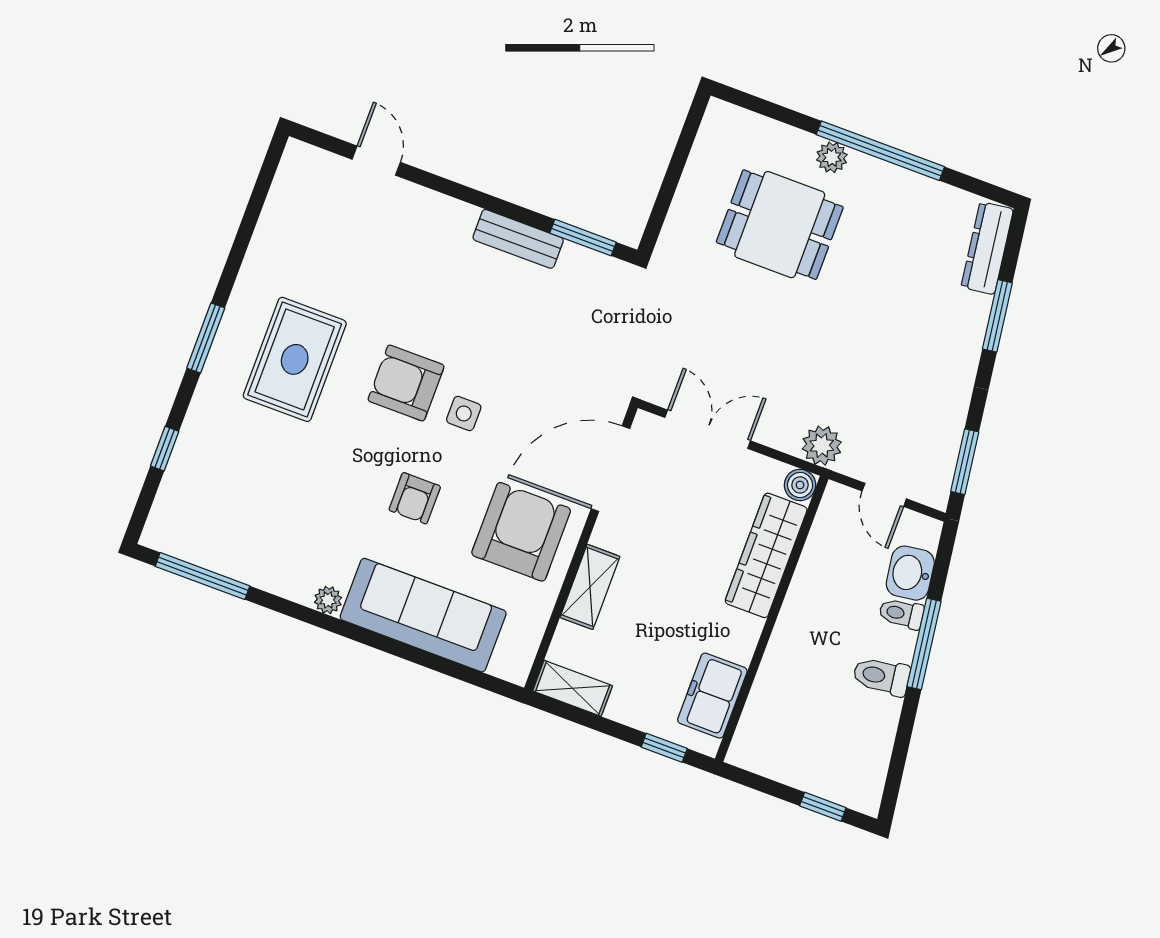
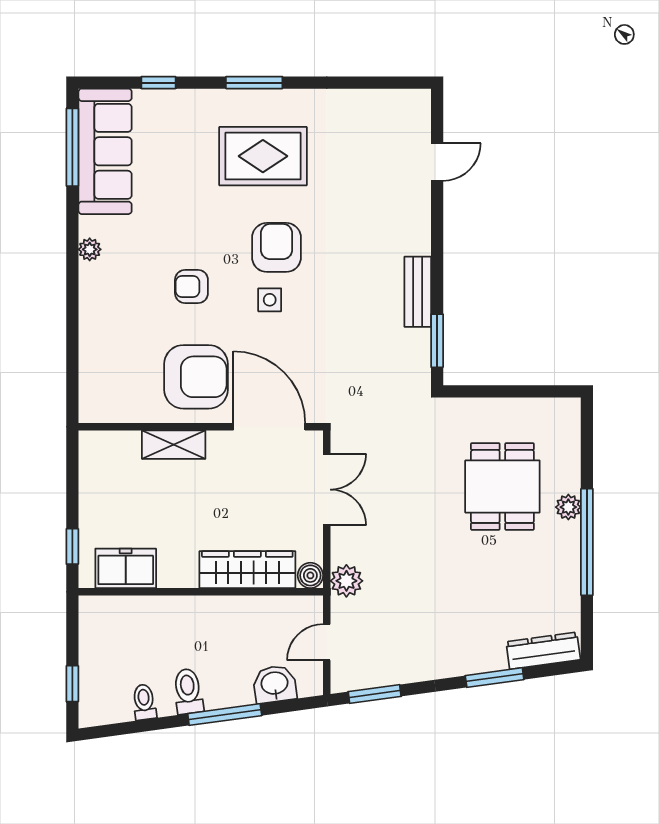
toilet: (901, 614) -> (144, 702), moved
sofa: (423, 615) -> (105, 151), moved
shelving: (573, 688) -> (92, 460), removed

